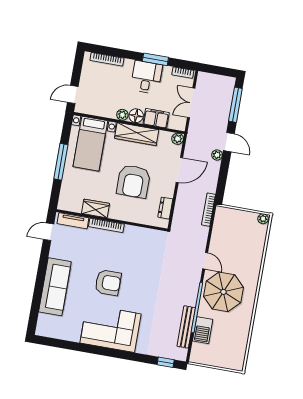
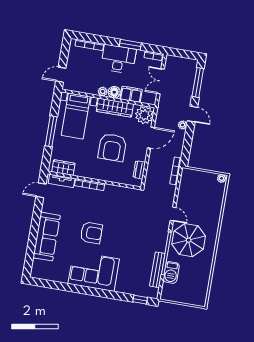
desk: (146, 77) -> (118, 59), width x1.37
plant: (178, 139) -> (144, 115), width x1.87, depth x1.87
wardrobe: (96, 208) -> (63, 168), moved

